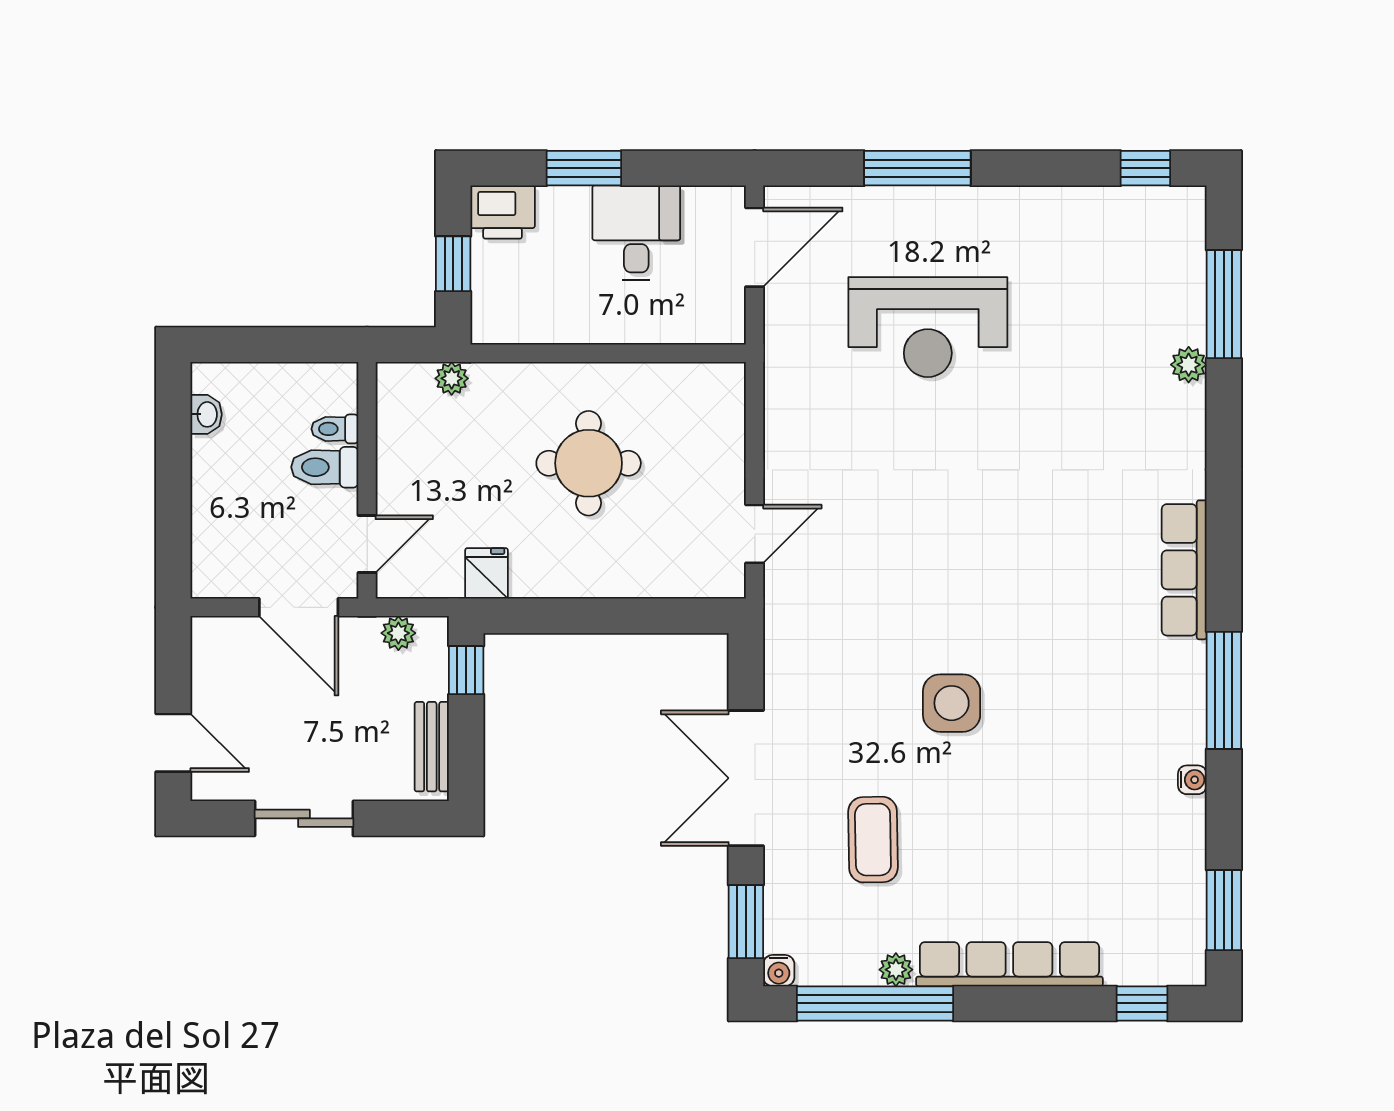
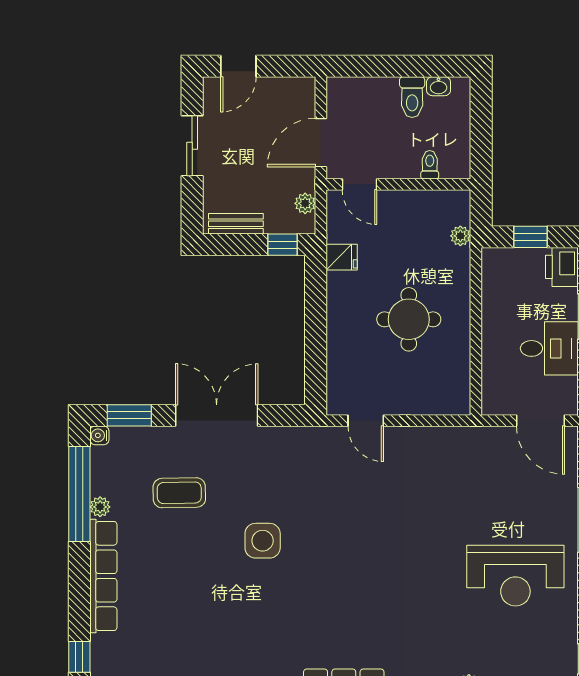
reception desk: (928, 327) -> (515, 576), moved, turned -90
toilet: (325, 467) -> (412, 97), moved, turned 180

